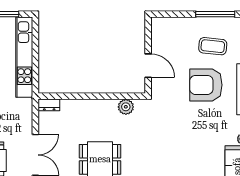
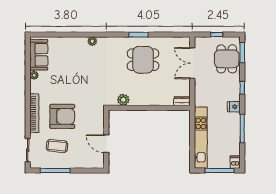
door: (148, 66) -> (106, 144), moved

